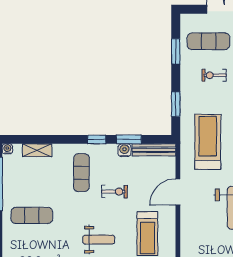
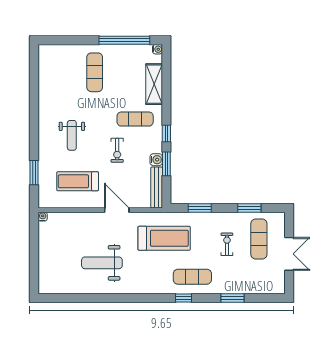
shelving: (37, 150) -> (154, 84), width x1.50, depth x1.33

